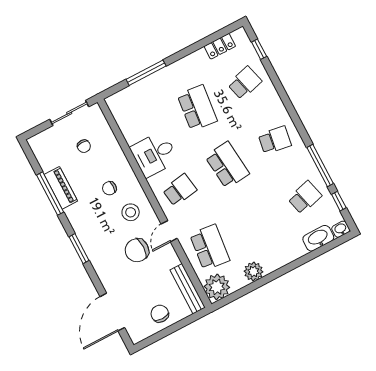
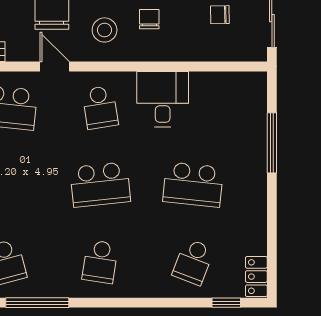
locker: (220, 46) -> (256, 277), moved
school desk: (245, 83) -> (193, 262), turned 36

